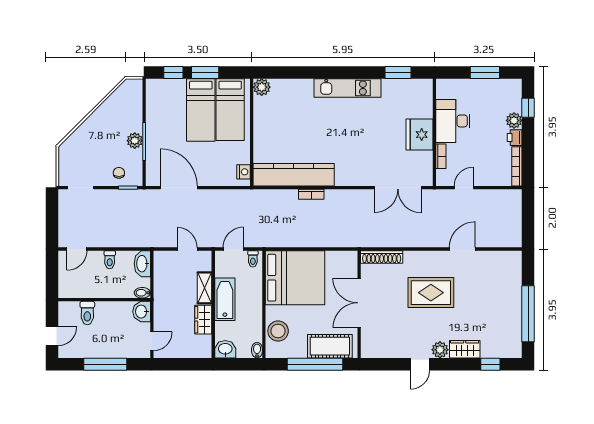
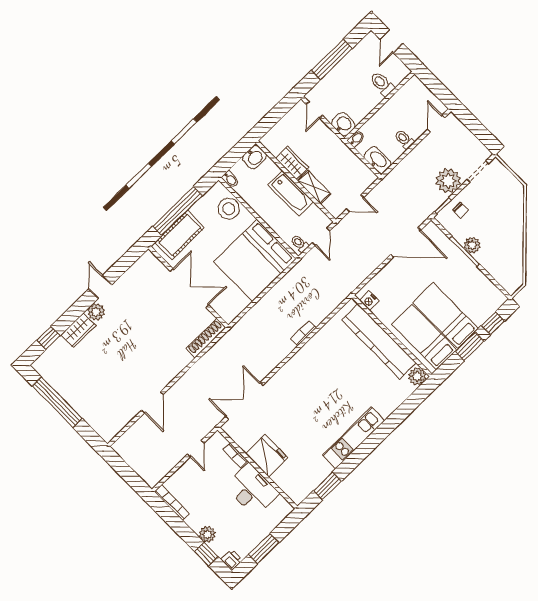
printer: (515, 138) -> (231, 560), moved
kitchen counter: (294, 175) -> (379, 341), moved, turned 90
plant: (107, 201) -> (448, 181), added
rug: (431, 293) -> (144, 347), removed

